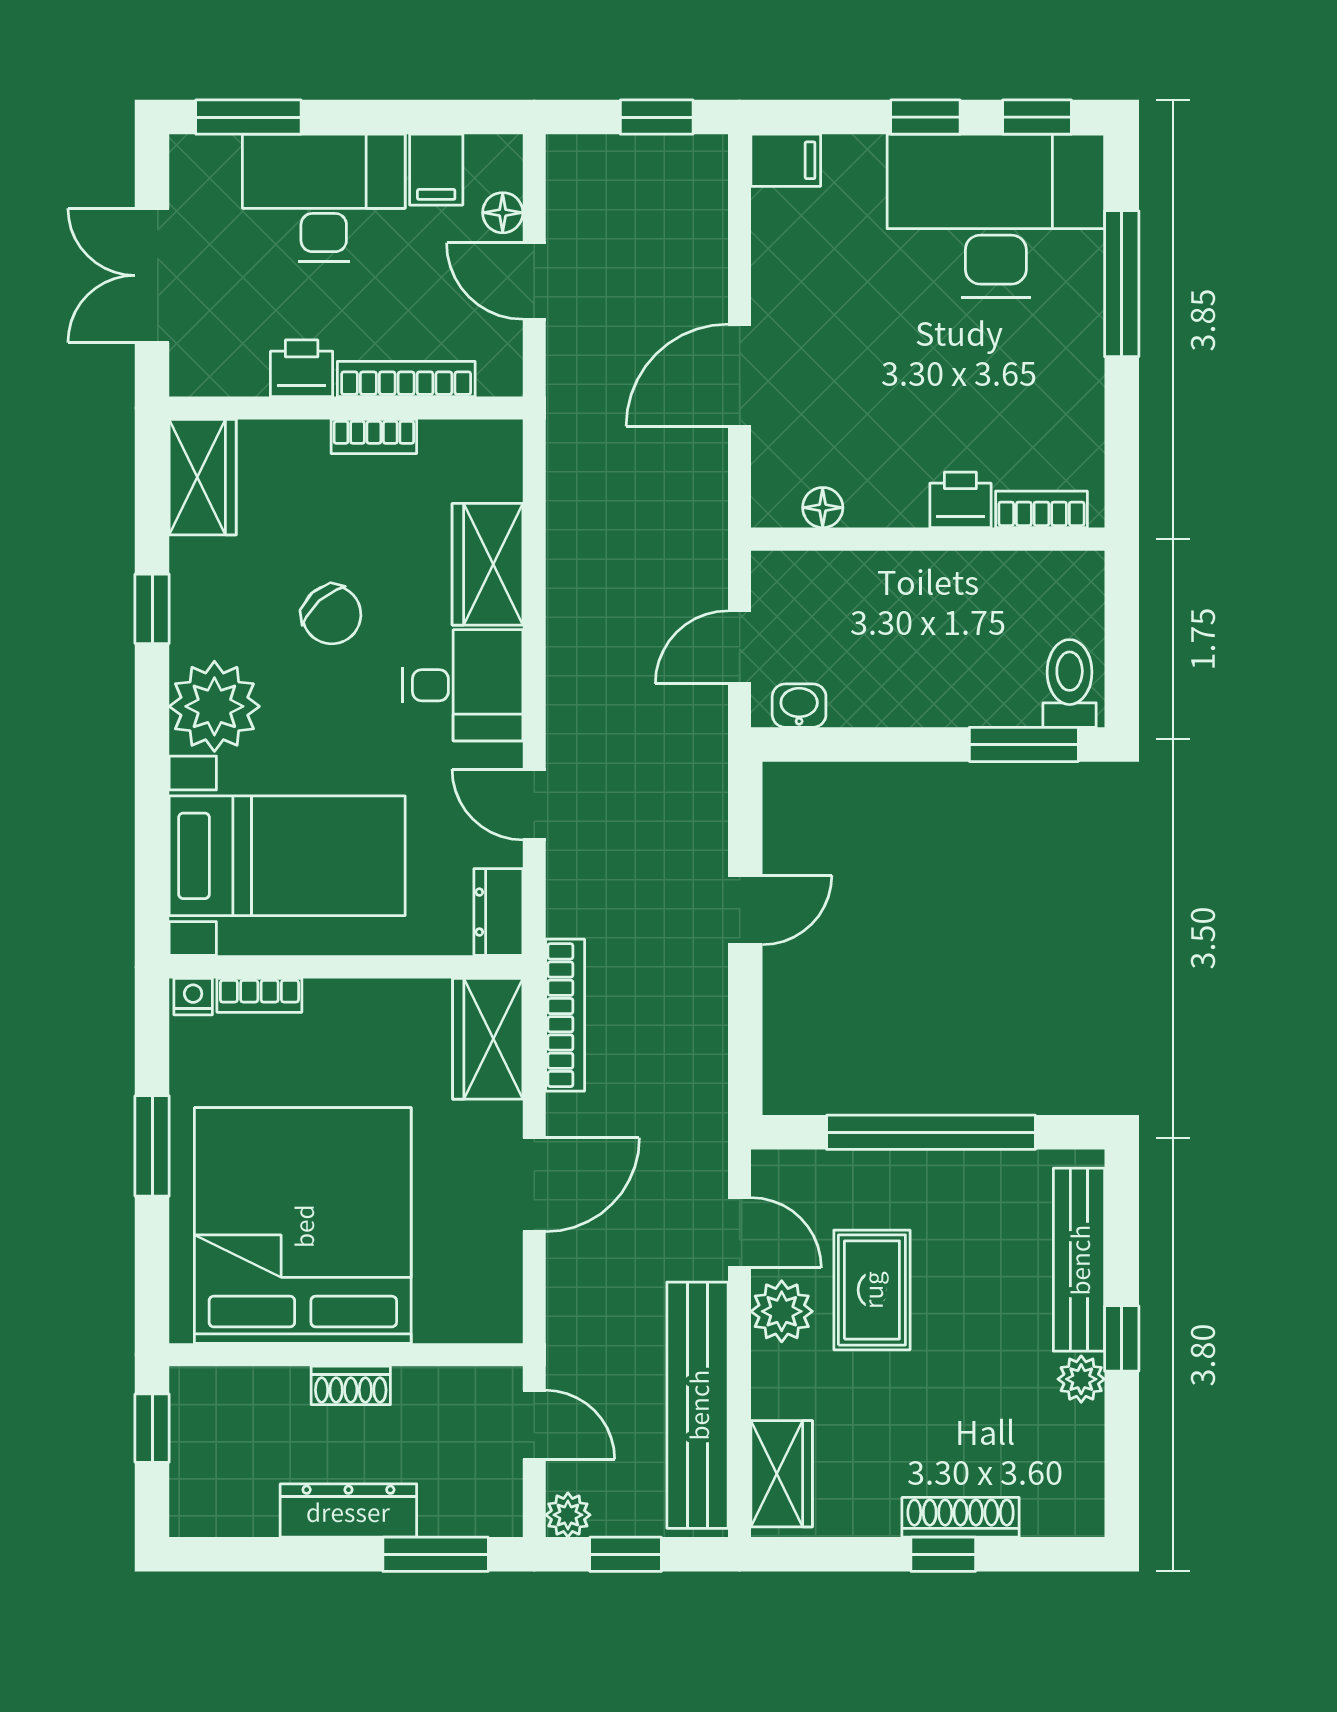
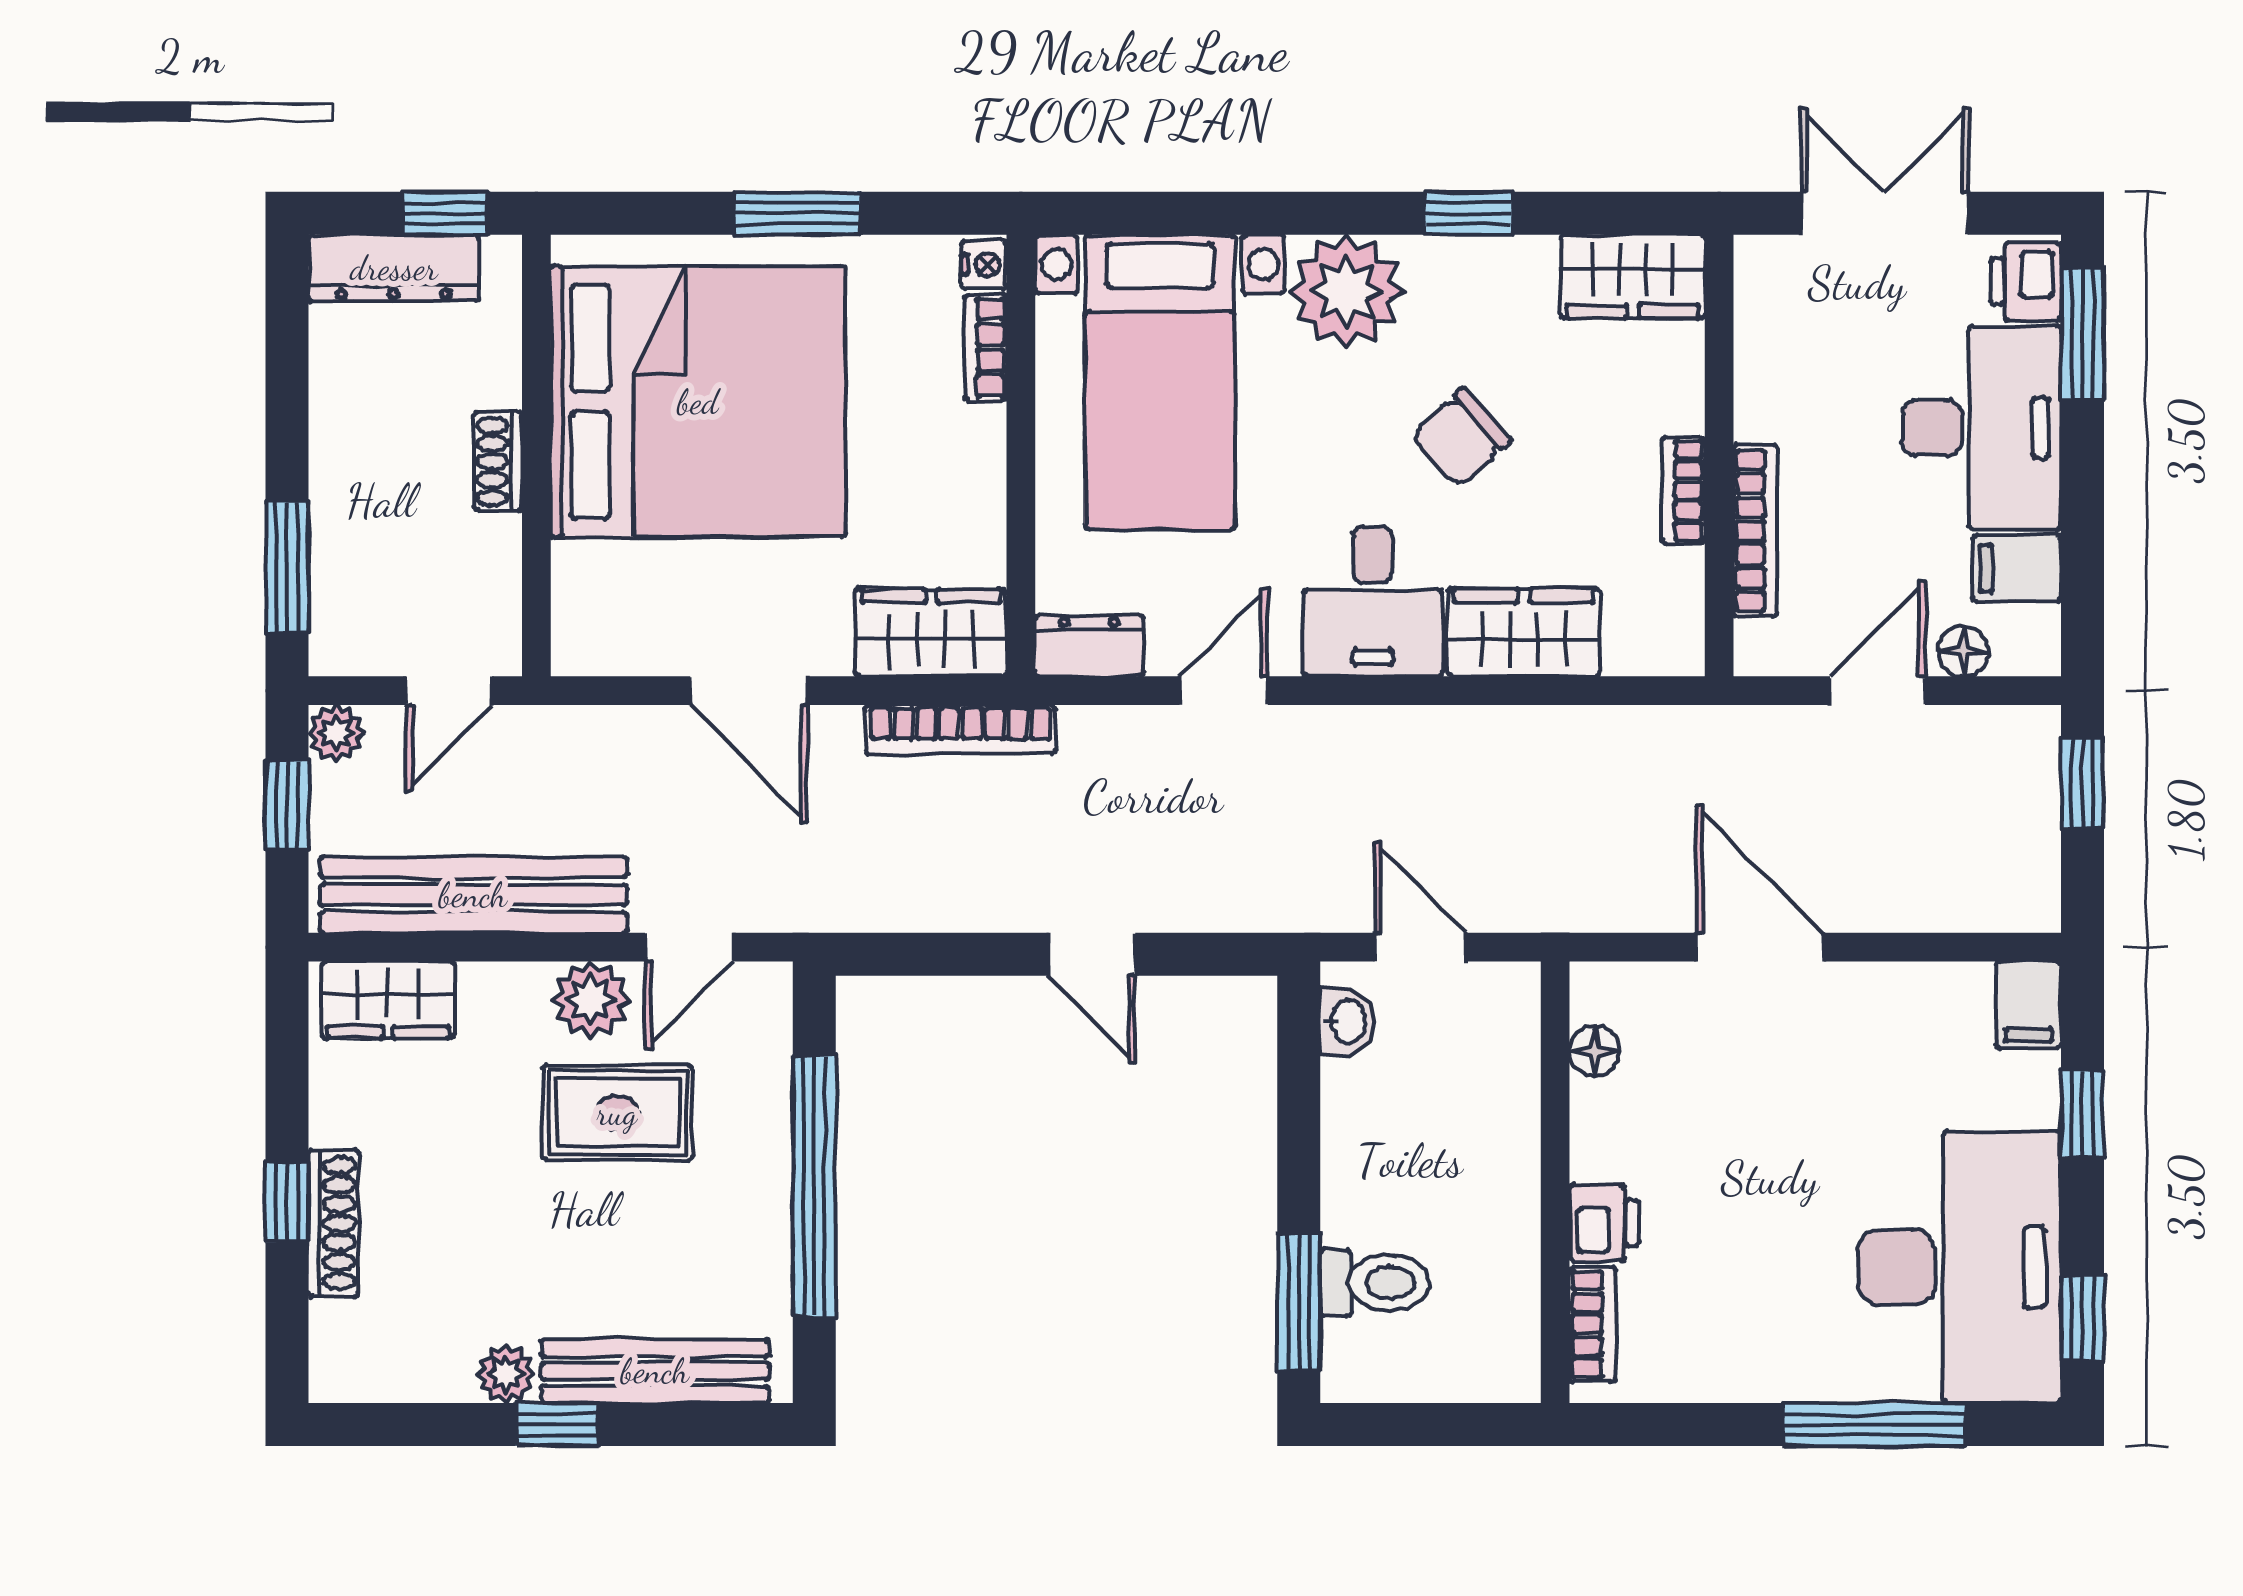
window: (657, 117) -> (2082, 783), moved
window: (925, 117) -> (2082, 1114), moved
printer: (302, 368) -> (2026, 282), moved, turned 180
toilet: (1070, 683) -> (1375, 1283), moved
dresser: (348, 1511) -> (394, 268), moved, turned 90

